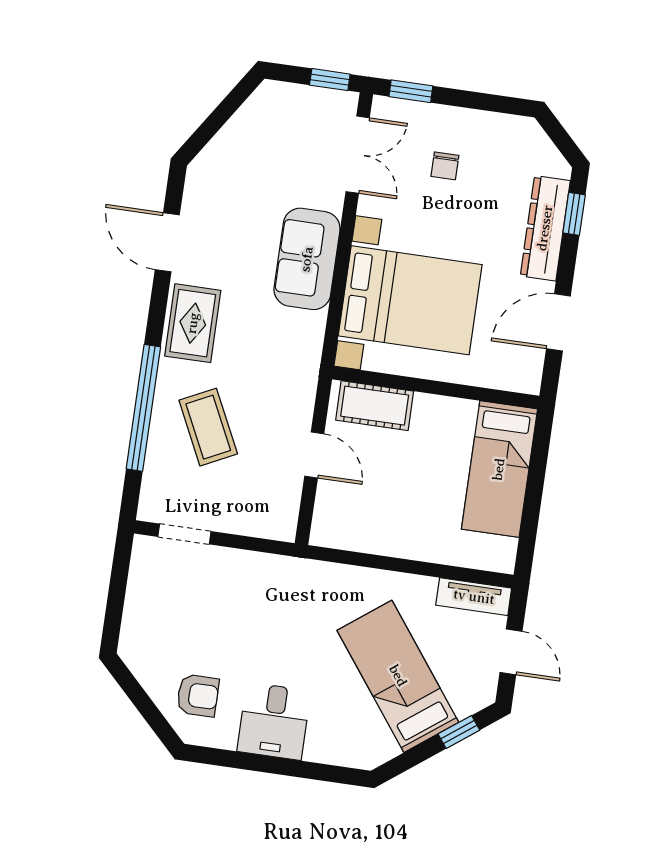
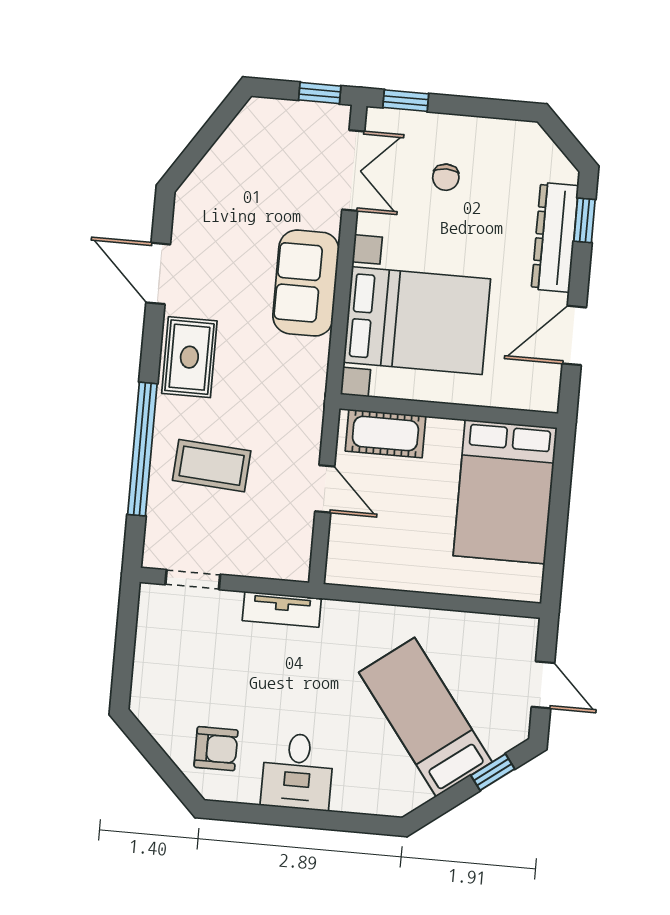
coffee table: (208, 427) -> (212, 466), turned -60
bed: (499, 469) -> (505, 492), width x1.50
tv unit: (474, 597) -> (282, 609), moved

